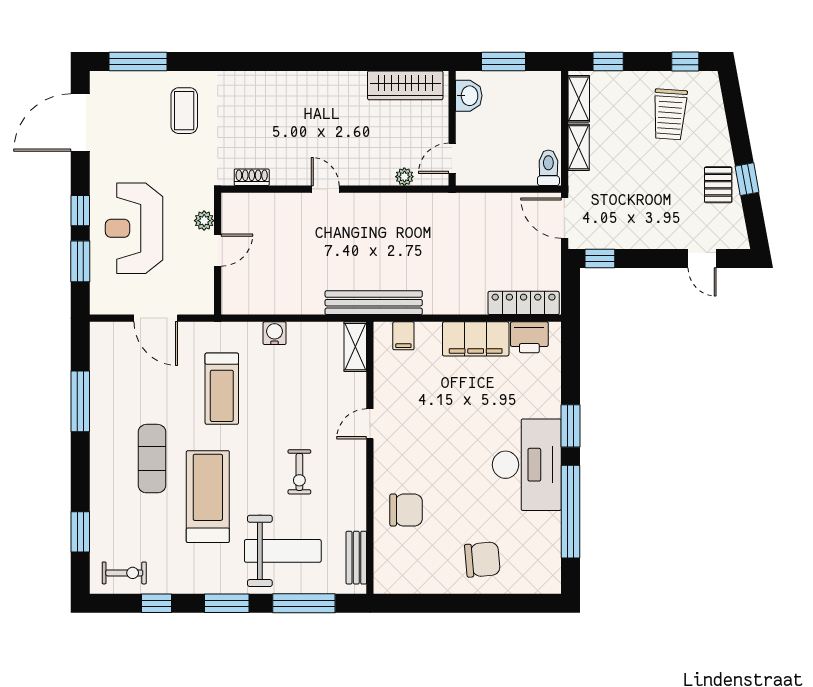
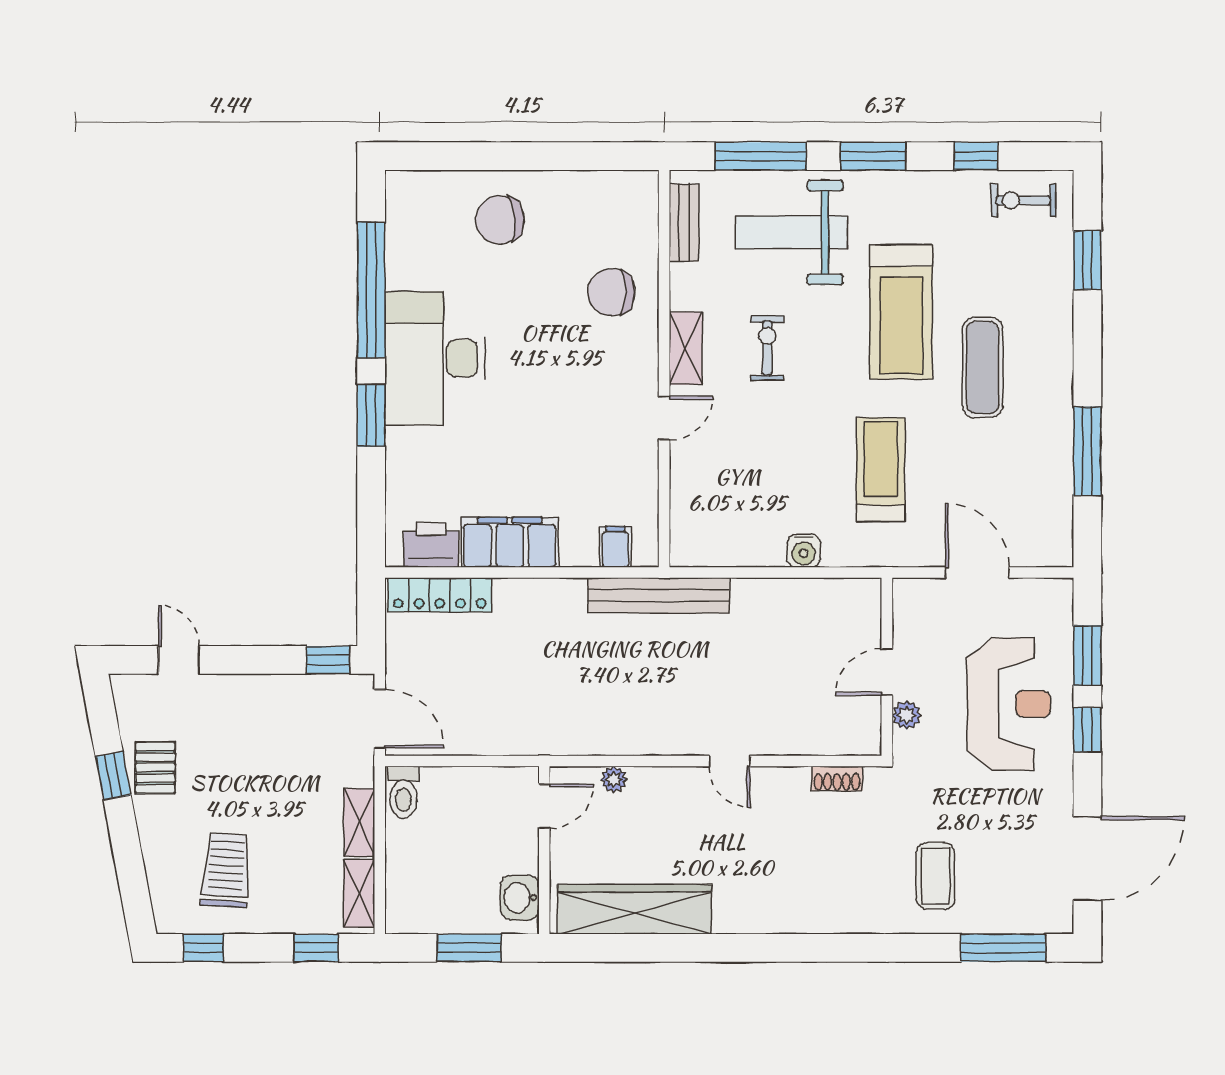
wardrobe: (405, 85) -> (635, 909), width x1.40, depth x1.17
shelving: (355, 347) -> (686, 348), moved

